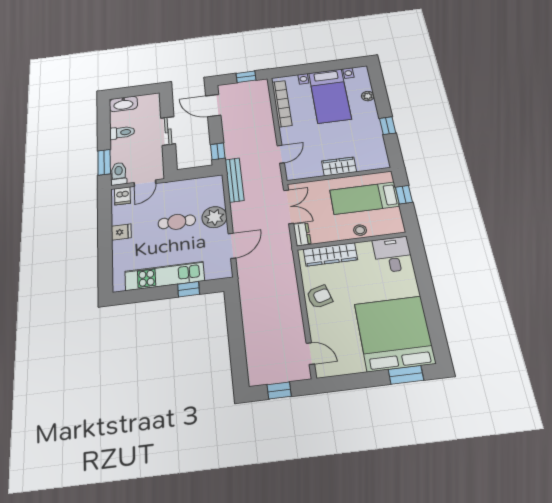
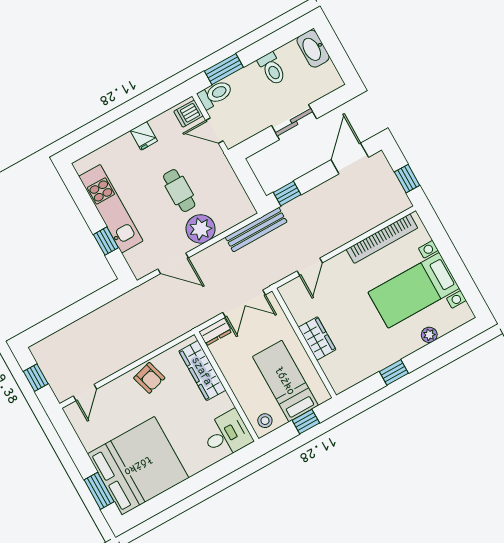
door: (281, 154) -> (310, 267), hinge flipped
stool: (360, 230) -> (265, 421), moved

